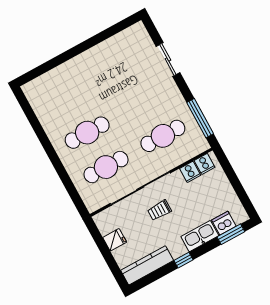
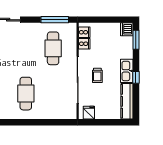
cafe table: (106, 167) -> (53, 94), removed
dishwasher: (224, 223) -> (127, 29), moved
kitchen sink: (200, 236) -> (127, 71), moved
fridge: (115, 240) -> (89, 113), moved

